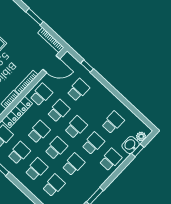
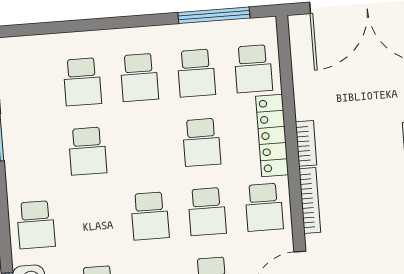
school desk: (93, 143) -> (93, 220), removed
school desk: (56, 148) -> (145, 147), removed

